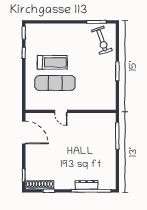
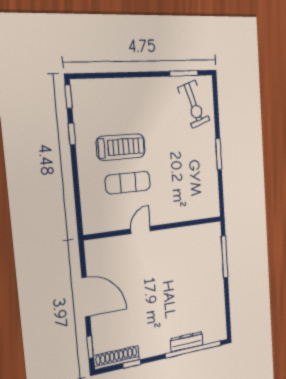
exercise mat: (55, 83) -> (128, 183), width x0.73, depth x0.69
door: (61, 111) -> (141, 230), swing flipped
door: (24, 132) -> (86, 297), moved

